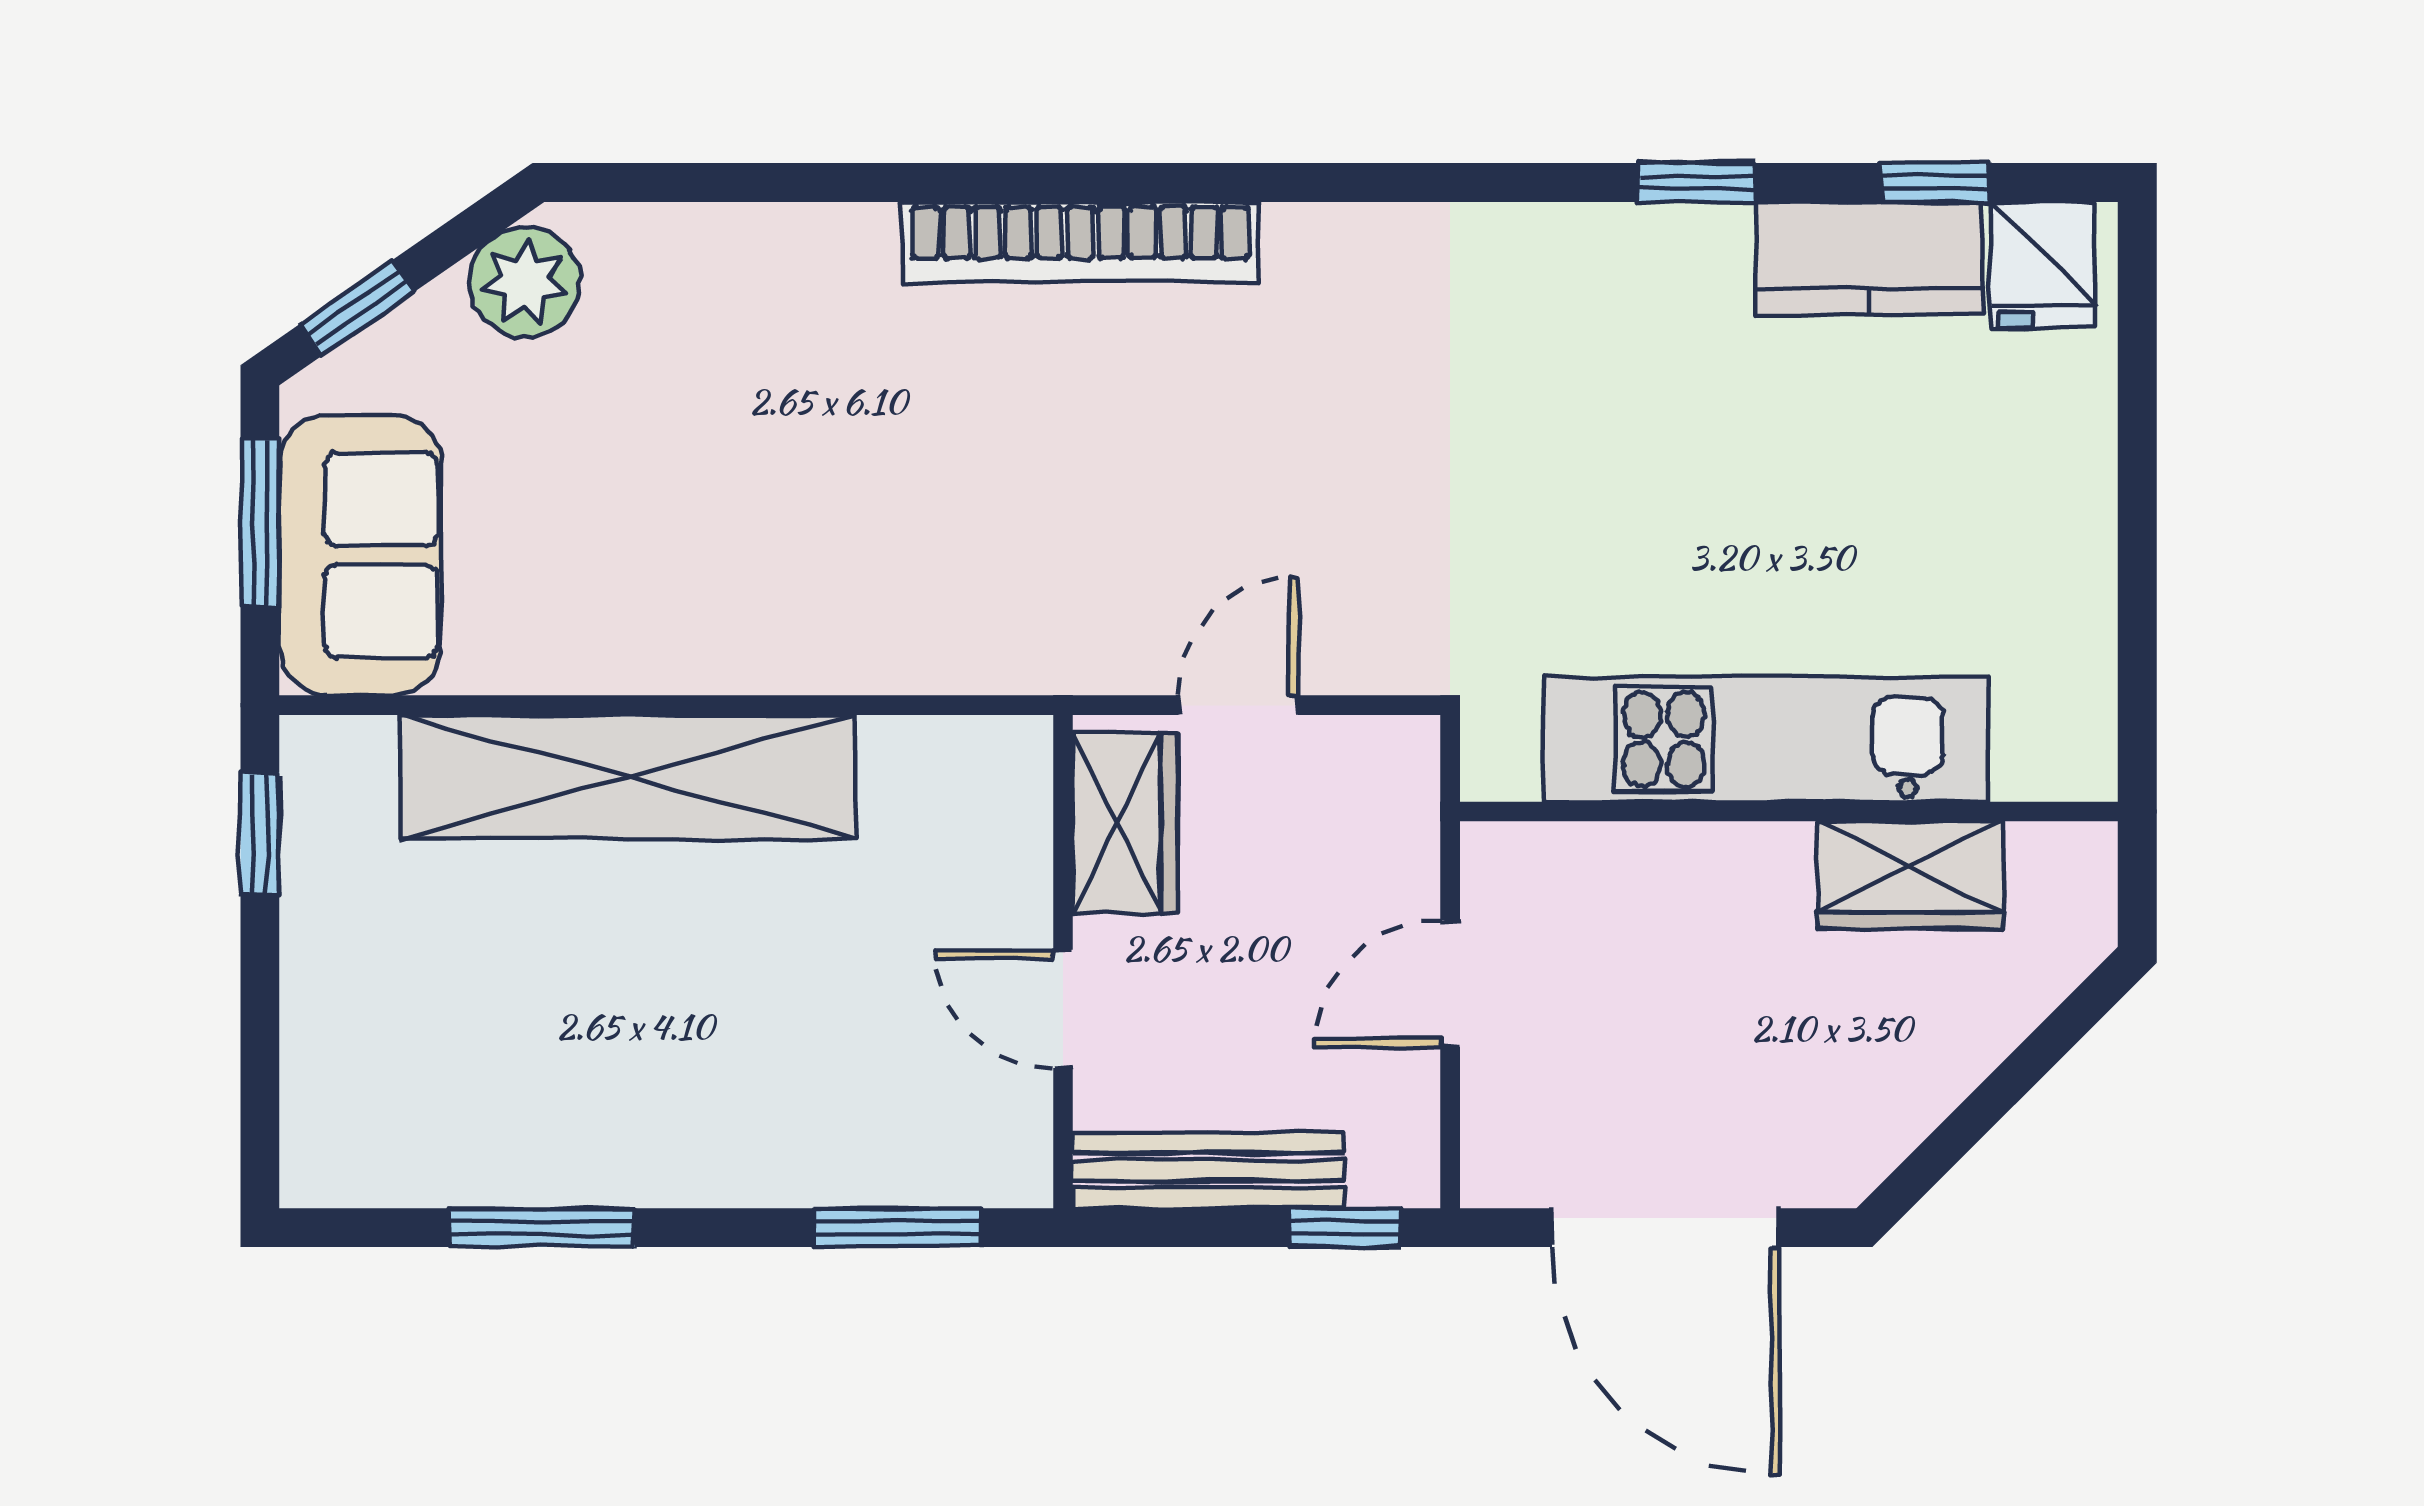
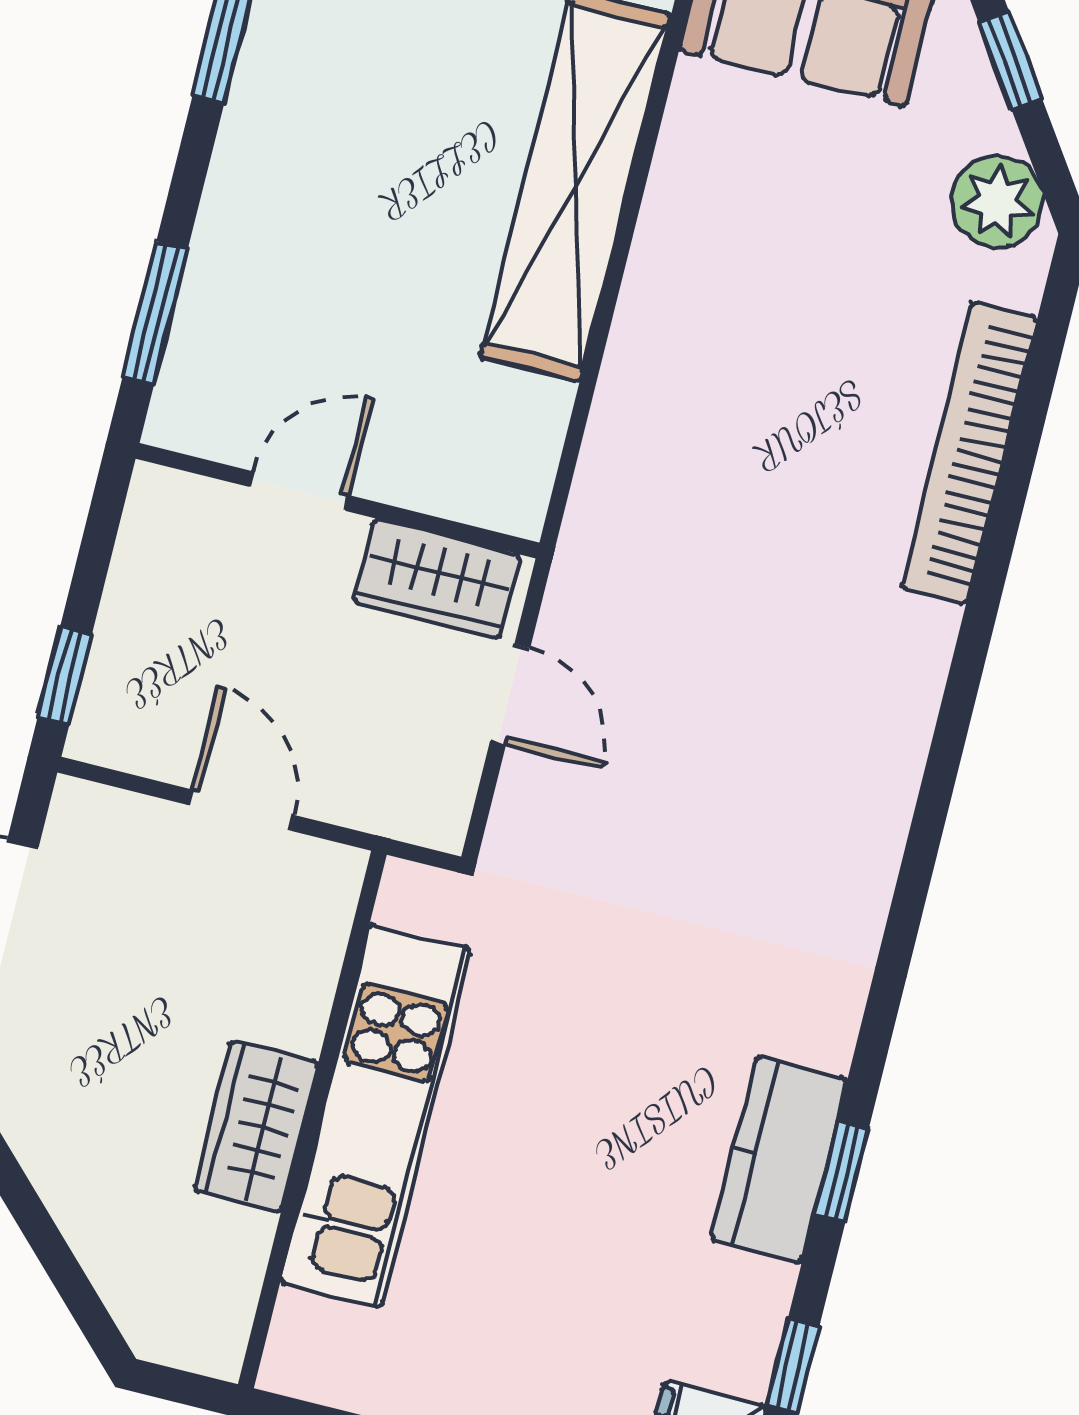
bookcase: (1080, 242) -> (969, 453), moved
kitchen counter: (1869, 258) -> (779, 1159), moved
wardrobe: (1911, 875) -> (256, 1126), moved
bench: (1209, 1170) -> (139, 577), removed

